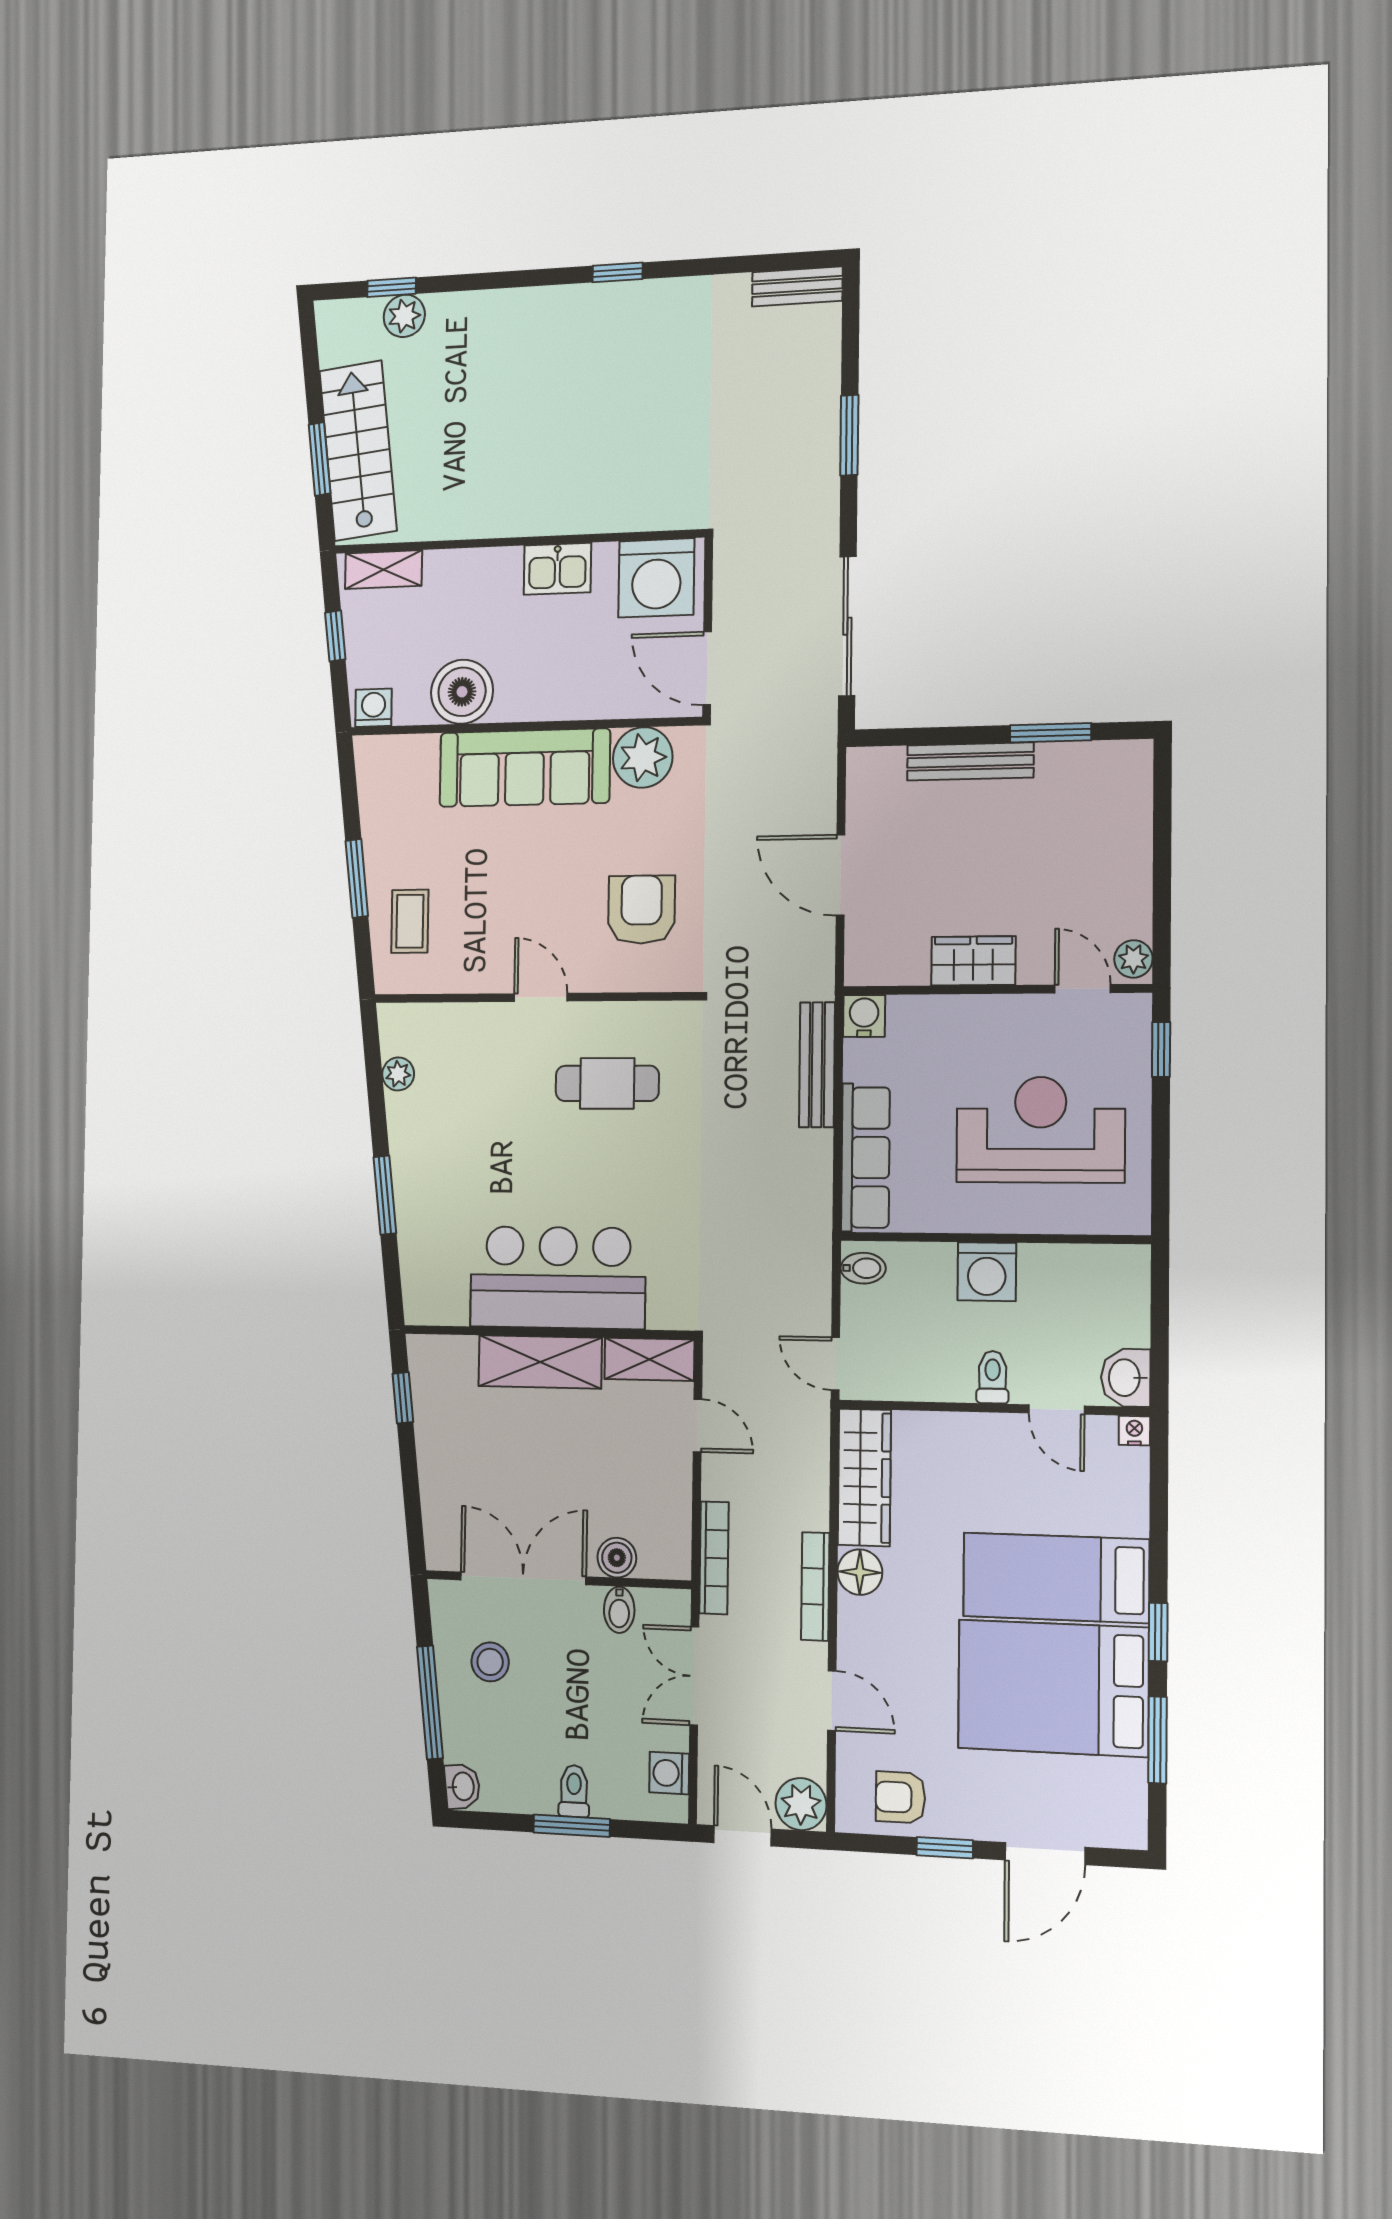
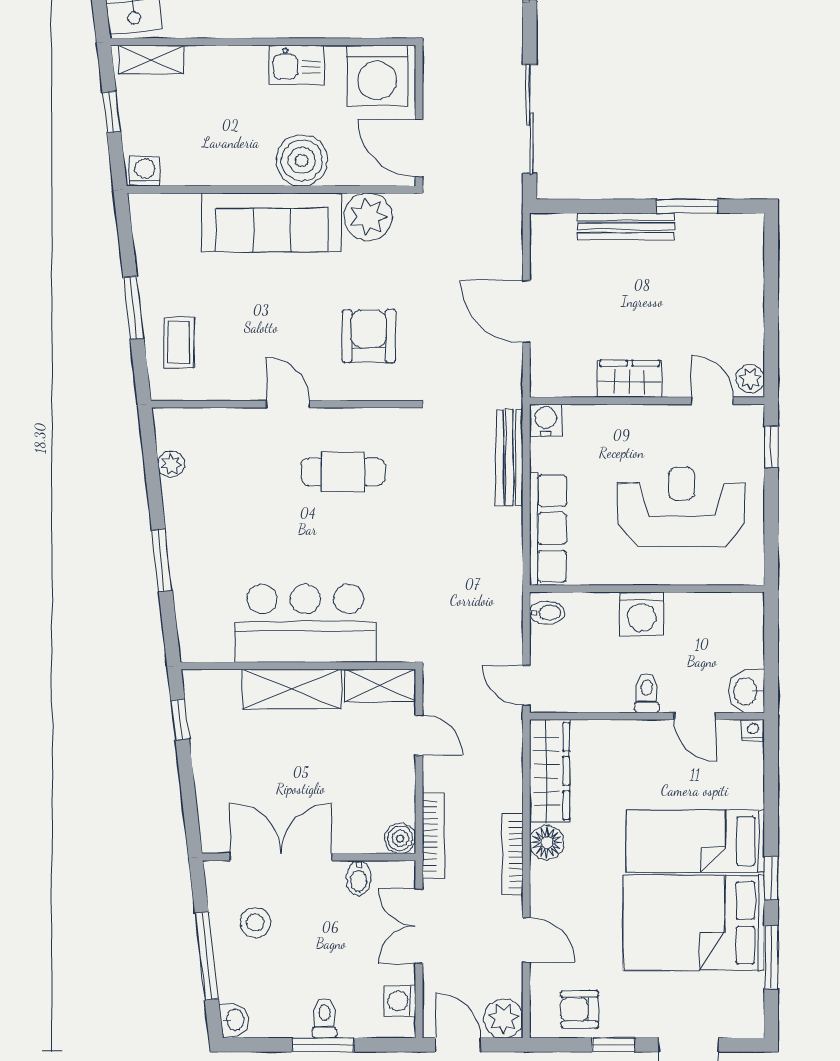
boiler: (462, 692) -> (302, 160), moved
boiler: (617, 1558) -> (400, 838), moved

